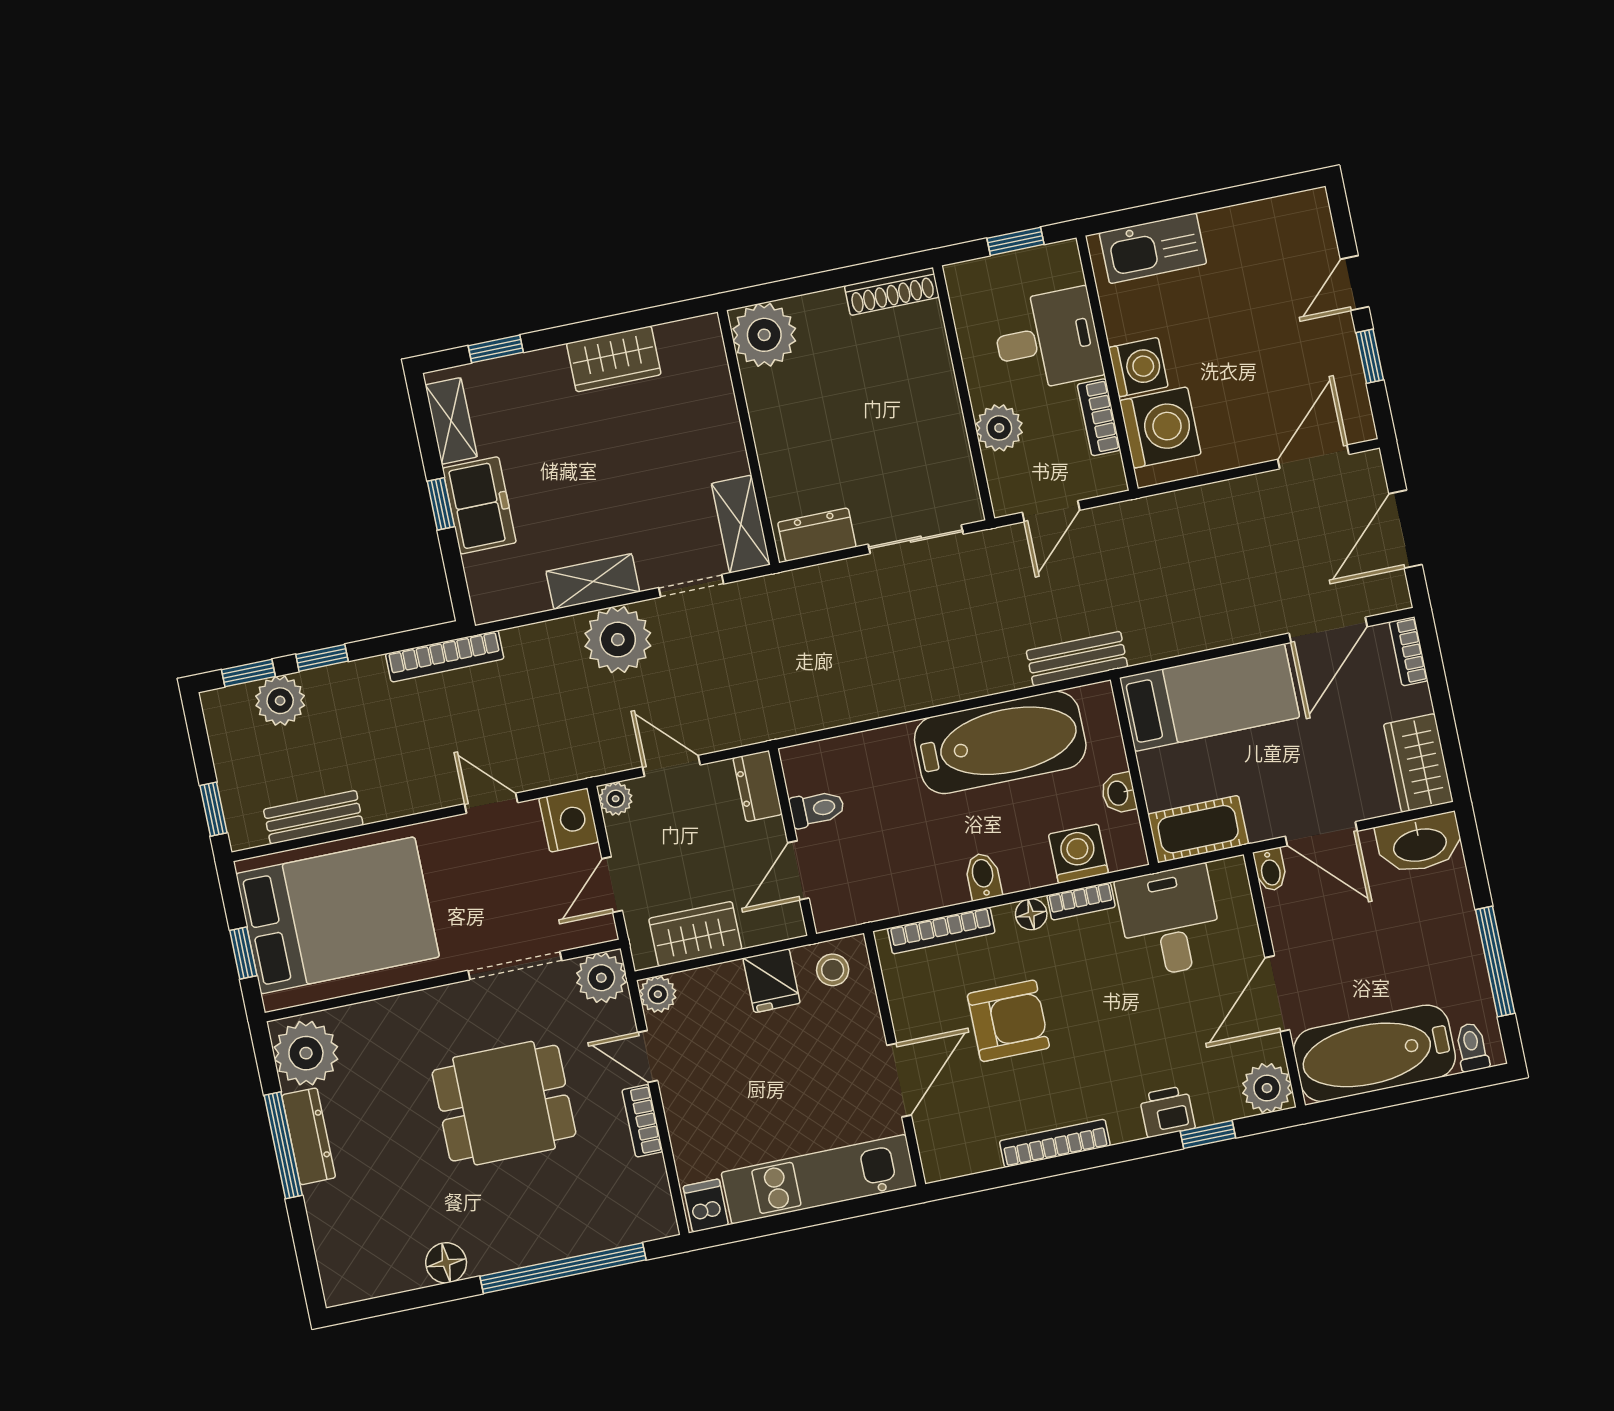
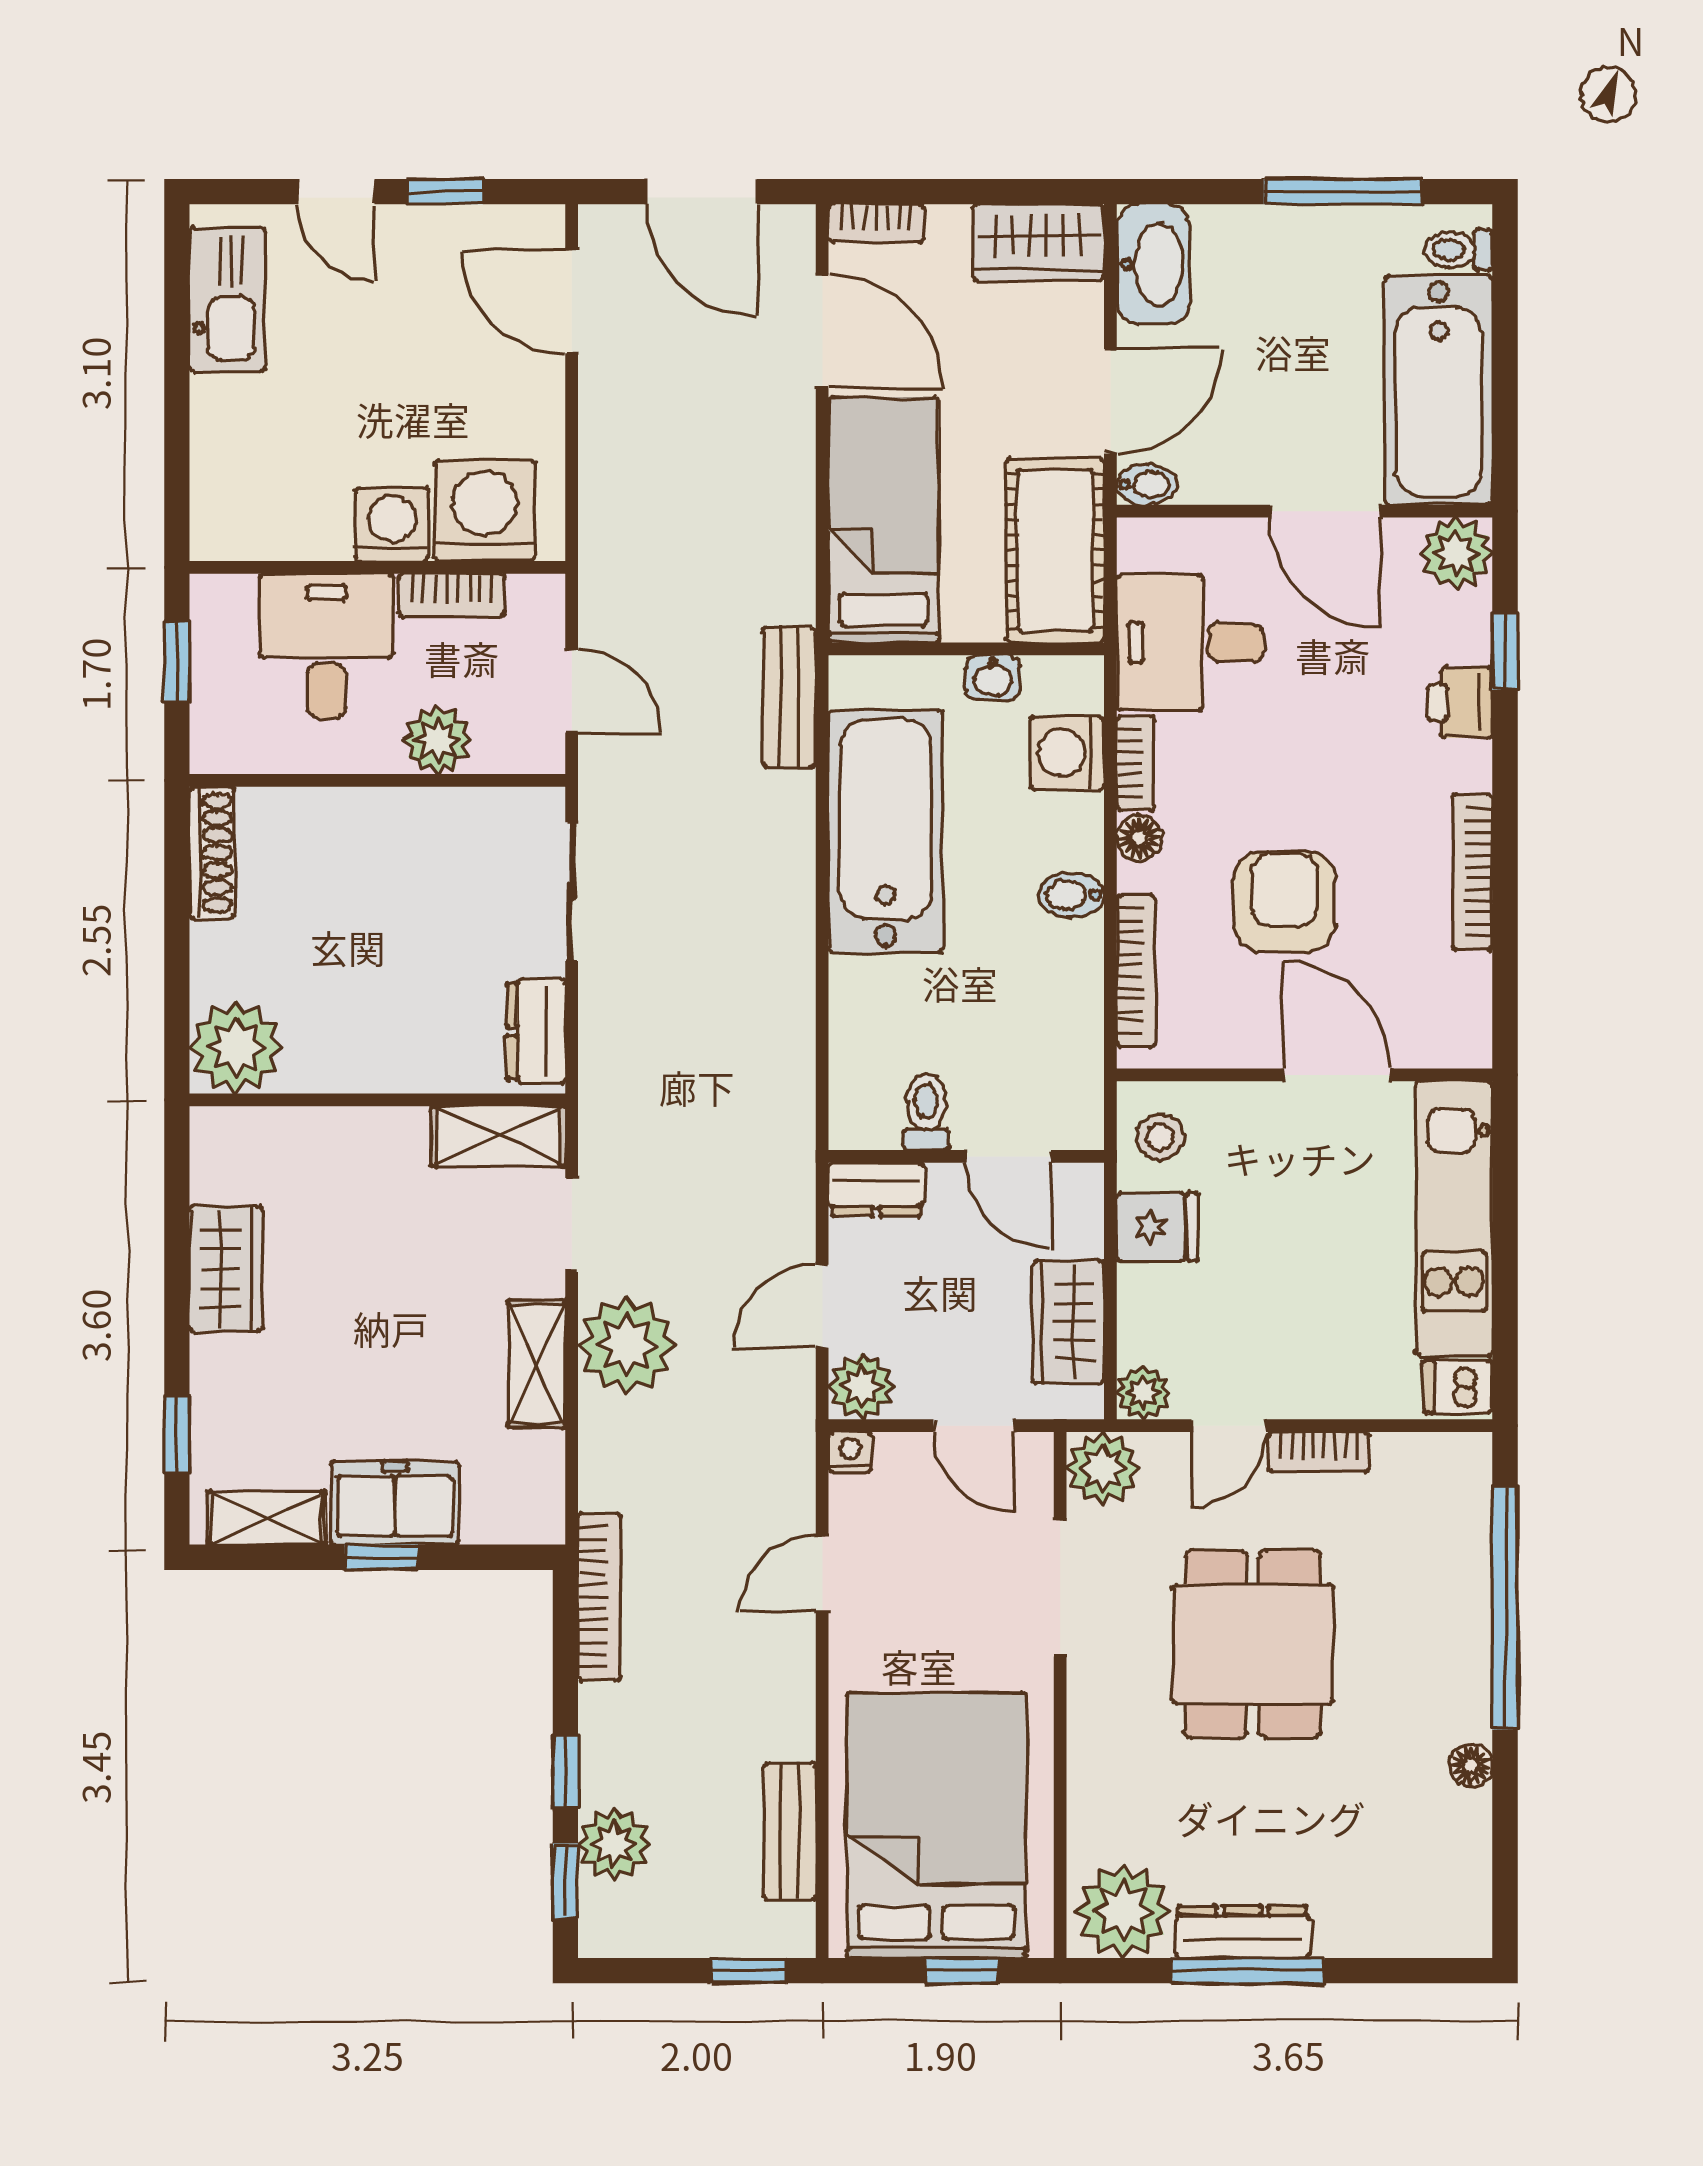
kitchen sink: (1153, 248) -> (227, 299), moved
plant: (616, 799) -> (862, 1386), width x1.38, depth x1.38
nightstand: (569, 820) -> (850, 1452), width x0.53, depth x0.56
cot: (1198, 829) -> (1055, 550), width x1.37, depth x1.34
floor lamp: (446, 1263) -> (1471, 1766), width x0.73, depth x0.73

